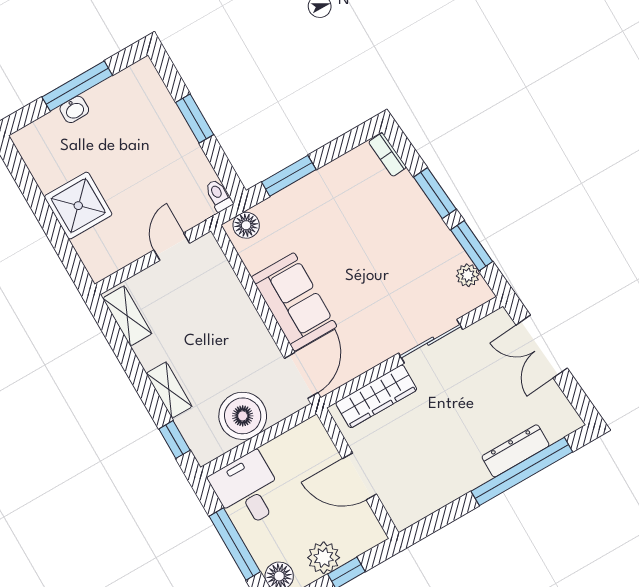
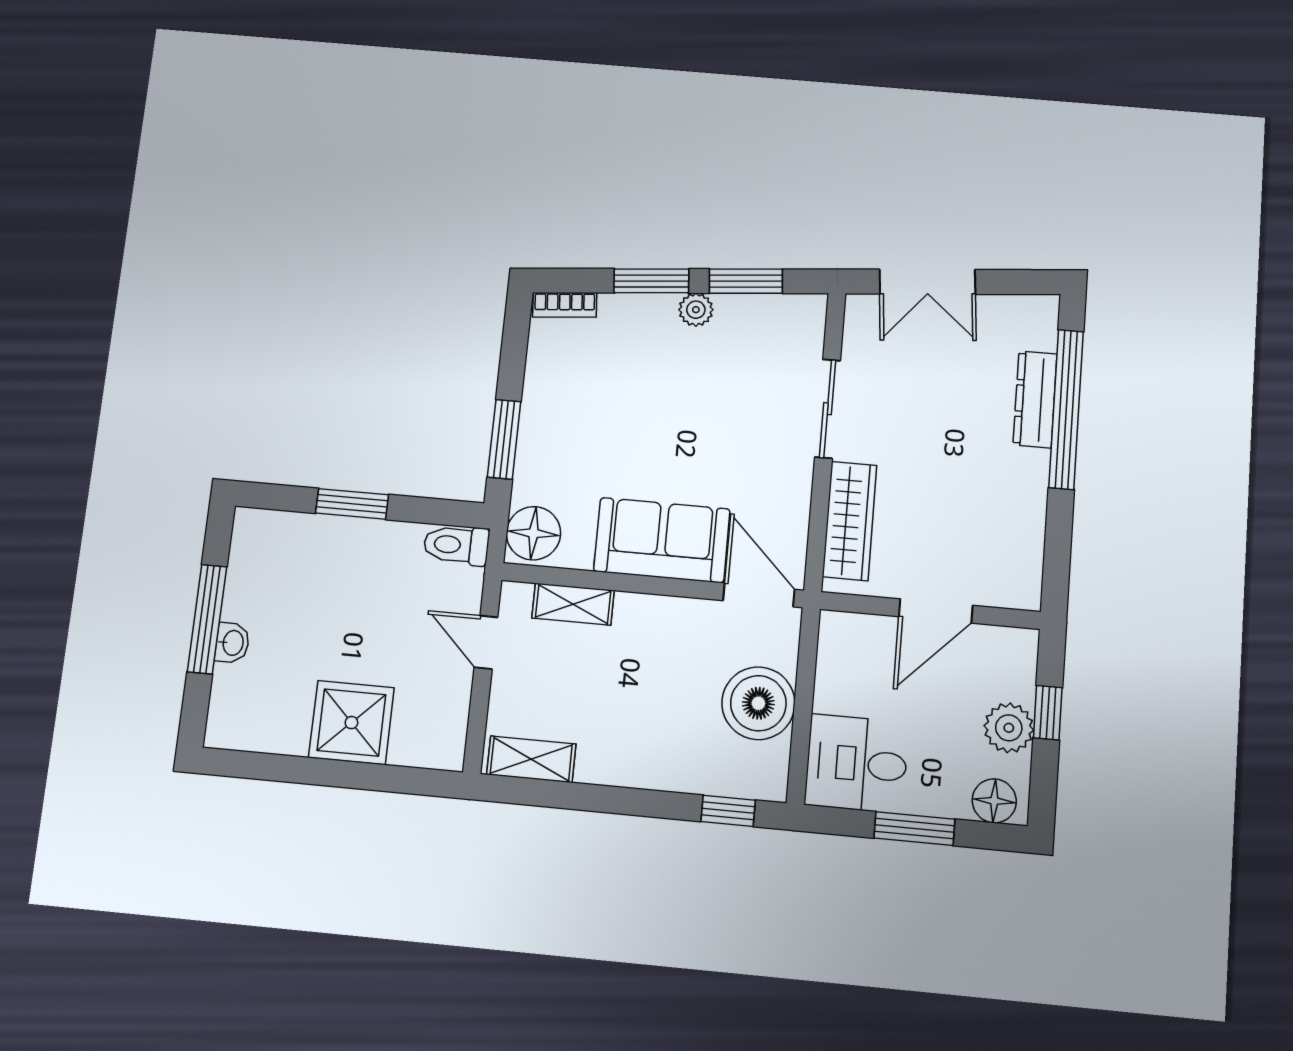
toilet: (219, 195) -> (456, 545), width x1.37, depth x1.39
floor lamp: (246, 225) -> (533, 533), width x1.38, depth x1.38
plant: (468, 275) -> (696, 310), moved
shelving: (169, 390) -> (573, 604), moved
window: (235, 544) -> (914, 829), width x0.69

